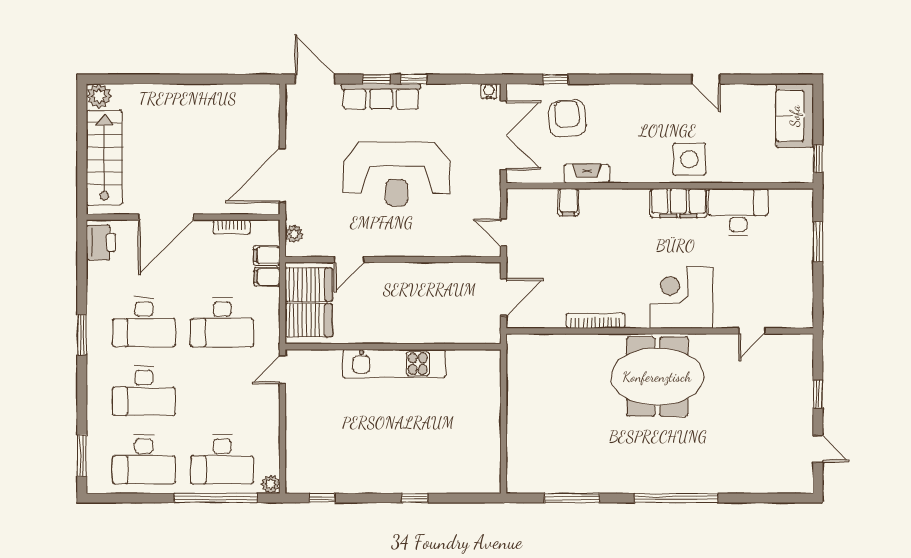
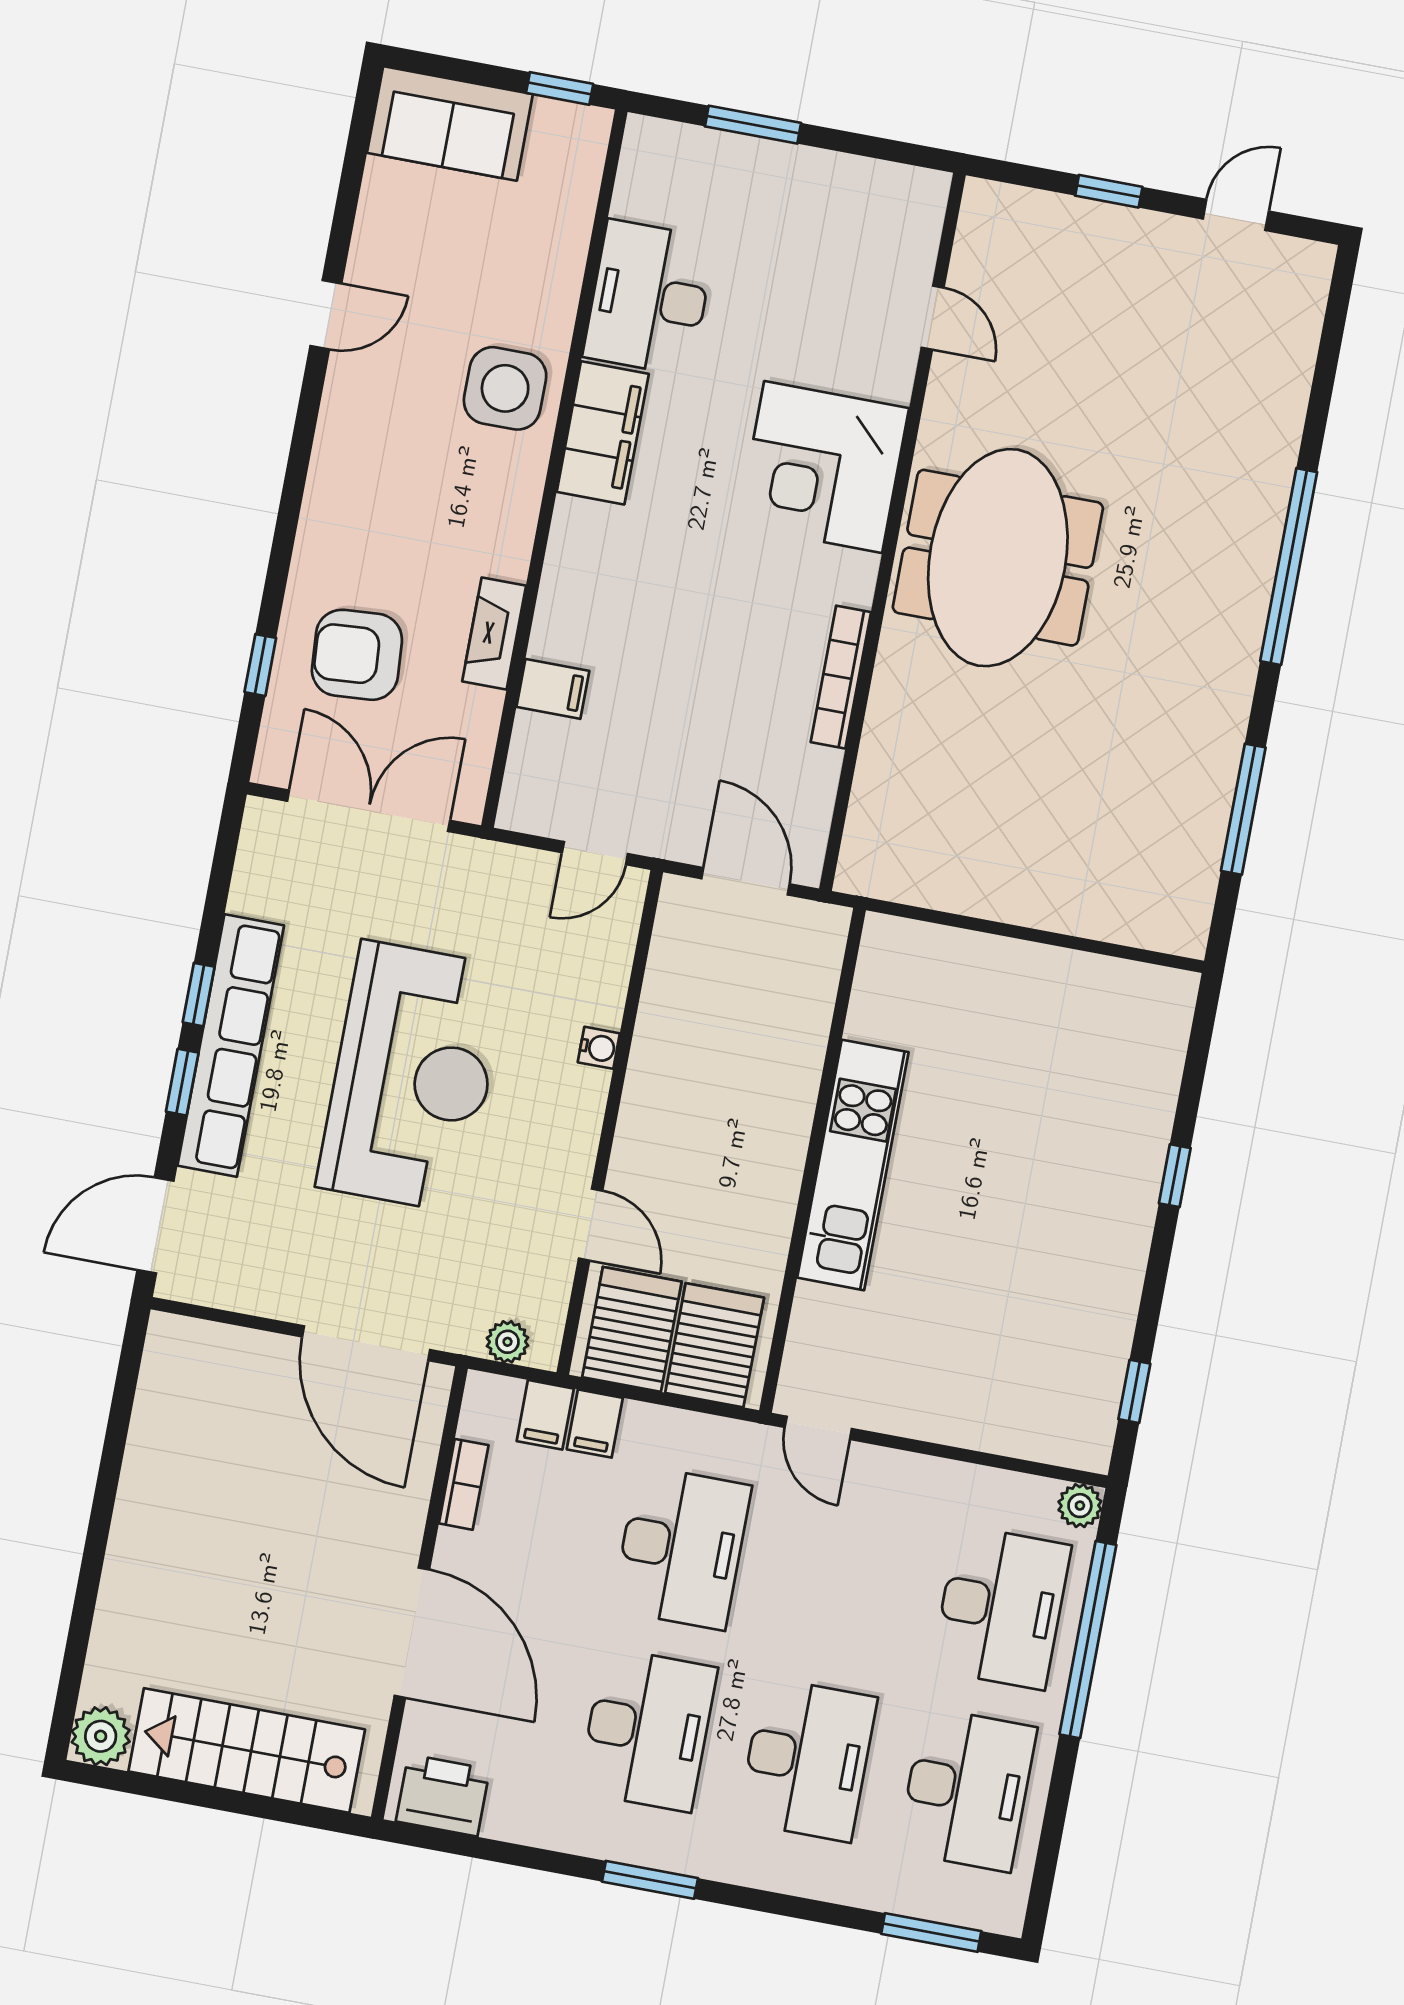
water cooler: (489, 91) -> (599, 1048), moved, turned 180
row of seats: (381, 96) -> (231, 1046), width x1.36

